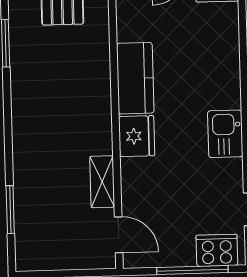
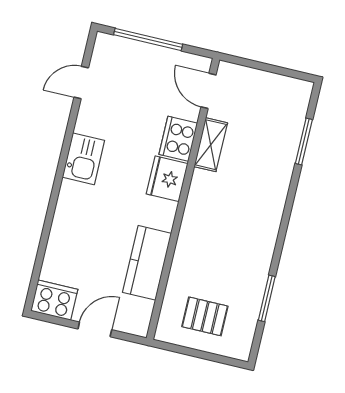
kitchen counter: (135, 78) -> (147, 263), moved
cooker: (217, 250) -> (178, 139), moved, turned 90

